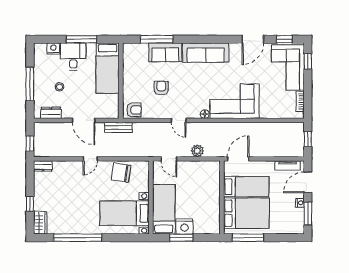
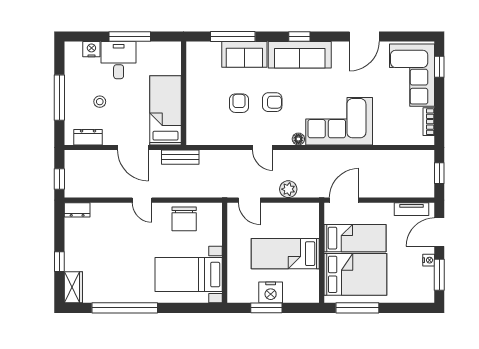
window: (284, 39) -> (299, 36), moved
bed: (108, 68) -> (165, 110), moved, turned 180
armchair: (134, 110) -> (272, 102), moved
door: (90, 159) -> (142, 200), hinge flipped
chair: (121, 173) -> (184, 219), turned -99
bed: (164, 209) -> (285, 254), moved, turned -90

